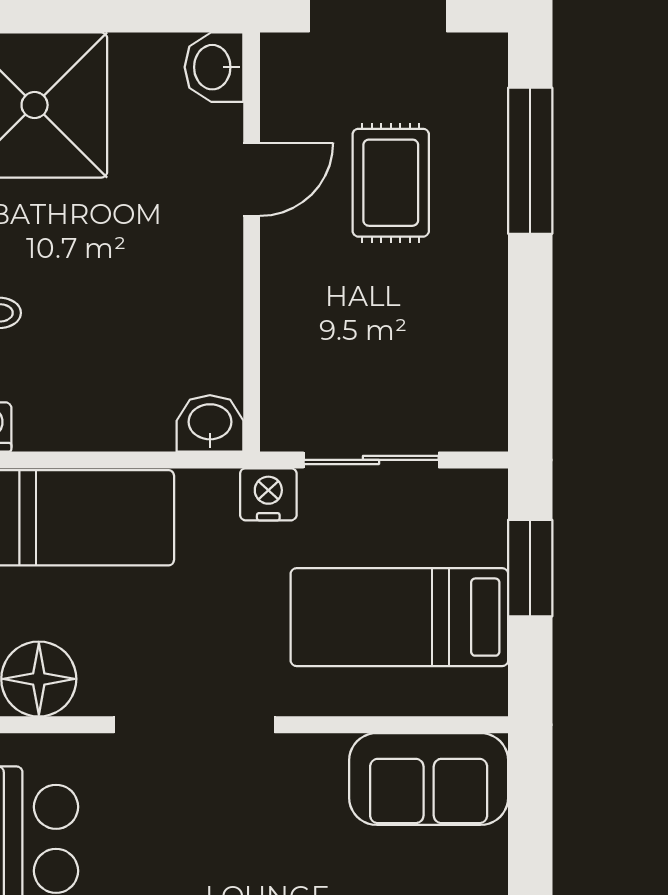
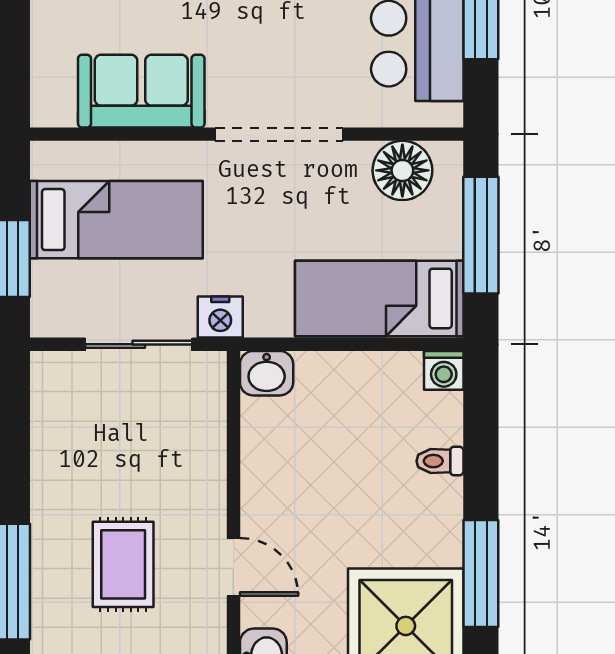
door: (252, 179) -> (233, 567), swing flipped
sofa: (429, 779) -> (141, 91), moved

